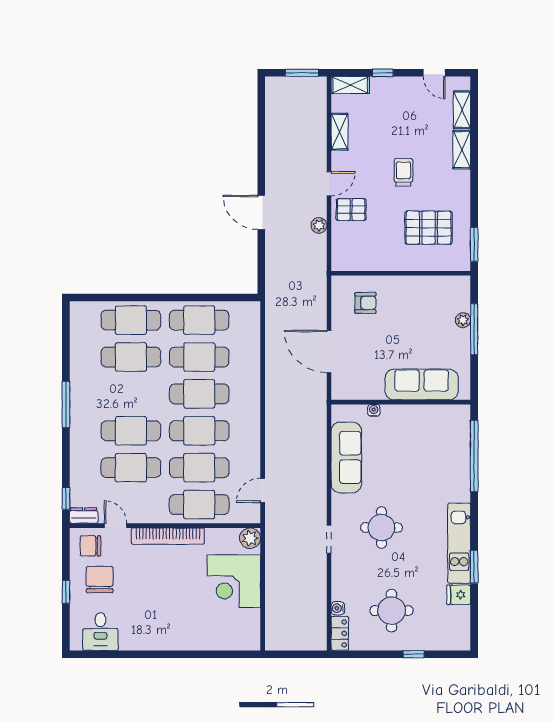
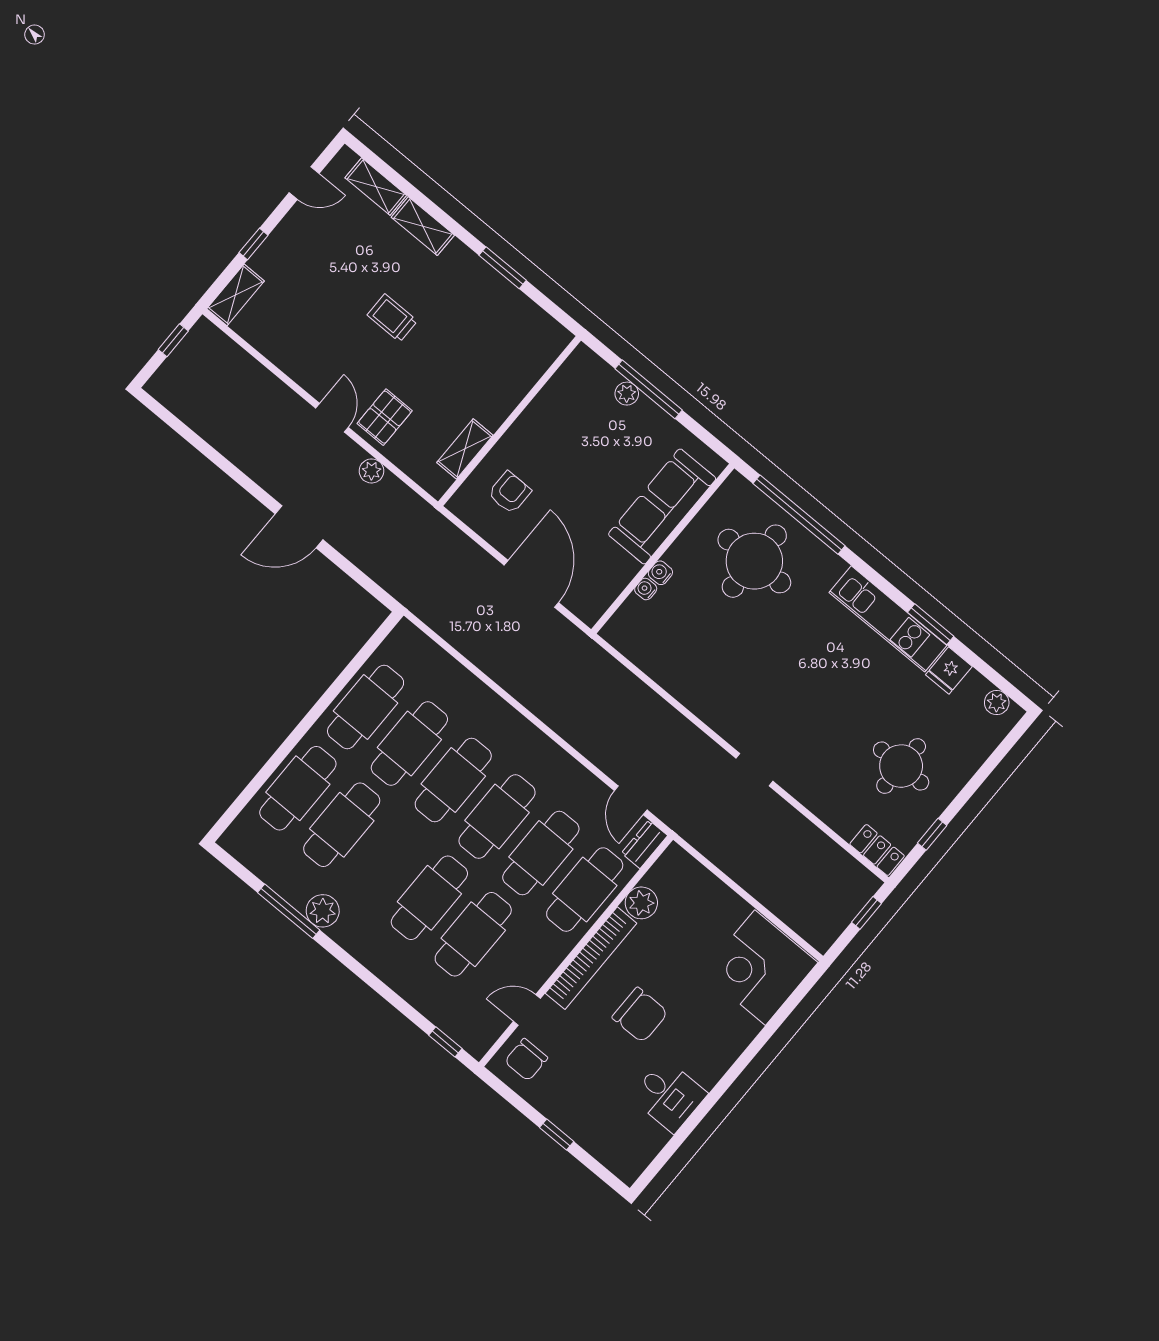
window: (302, 73) -> (173, 340), width x0.67
shelving: (340, 132) -> (465, 449), moved, turned 90
pallet: (429, 228) -> (483, 343), removed
window: (474, 244) -> (503, 268), moved
door: (329, 352) -> (531, 584), swing flipped
plant: (80, 383) -> (323, 911), added
window: (66, 404) -> (289, 911), moved
sofa: (346, 457) -> (674, 668), removed
dresser: (84, 516) -> (644, 844), moved
round table: (381, 528) -> (754, 561), moved, width x1.36, depth x1.36
plant: (250, 538) -> (641, 903), moved
chair: (100, 579) -> (640, 1015), moved, turned 180
corner desk: (234, 581) -> (760, 968), moved, turned 90
water cooler: (338, 608) -> (660, 573), moved, turned 90
desk: (100, 632) -> (669, 1096), moved
plant: (463, 632) -> (997, 703), added
window: (304, 654) -> (867, 913), added
window: (414, 654) -> (932, 834), moved

